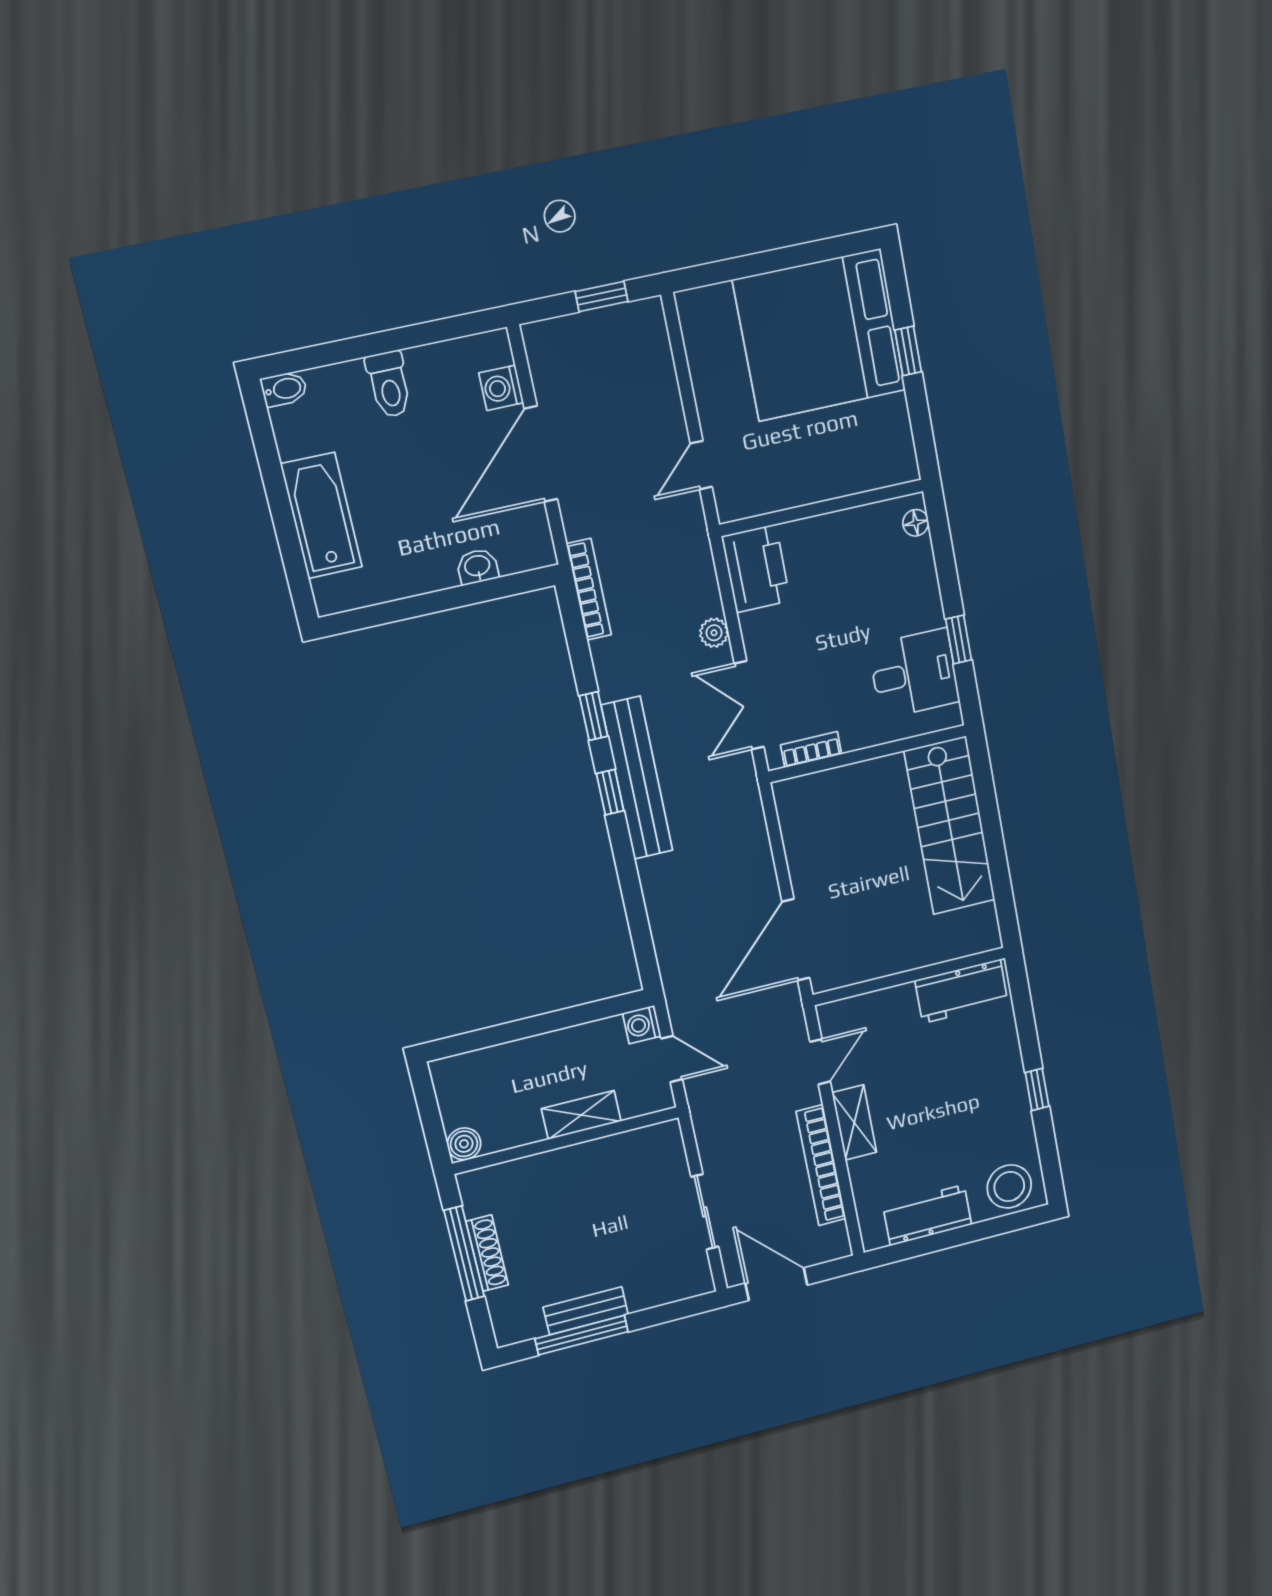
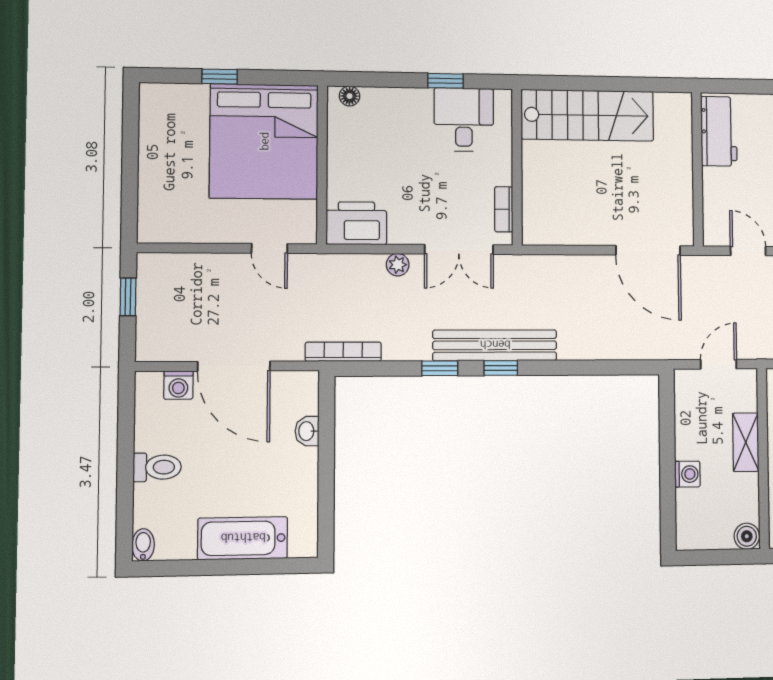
bed: (820, 335) -> (264, 141), moved
washing machine: (642, 1025) -> (687, 474), moved, turned -90

